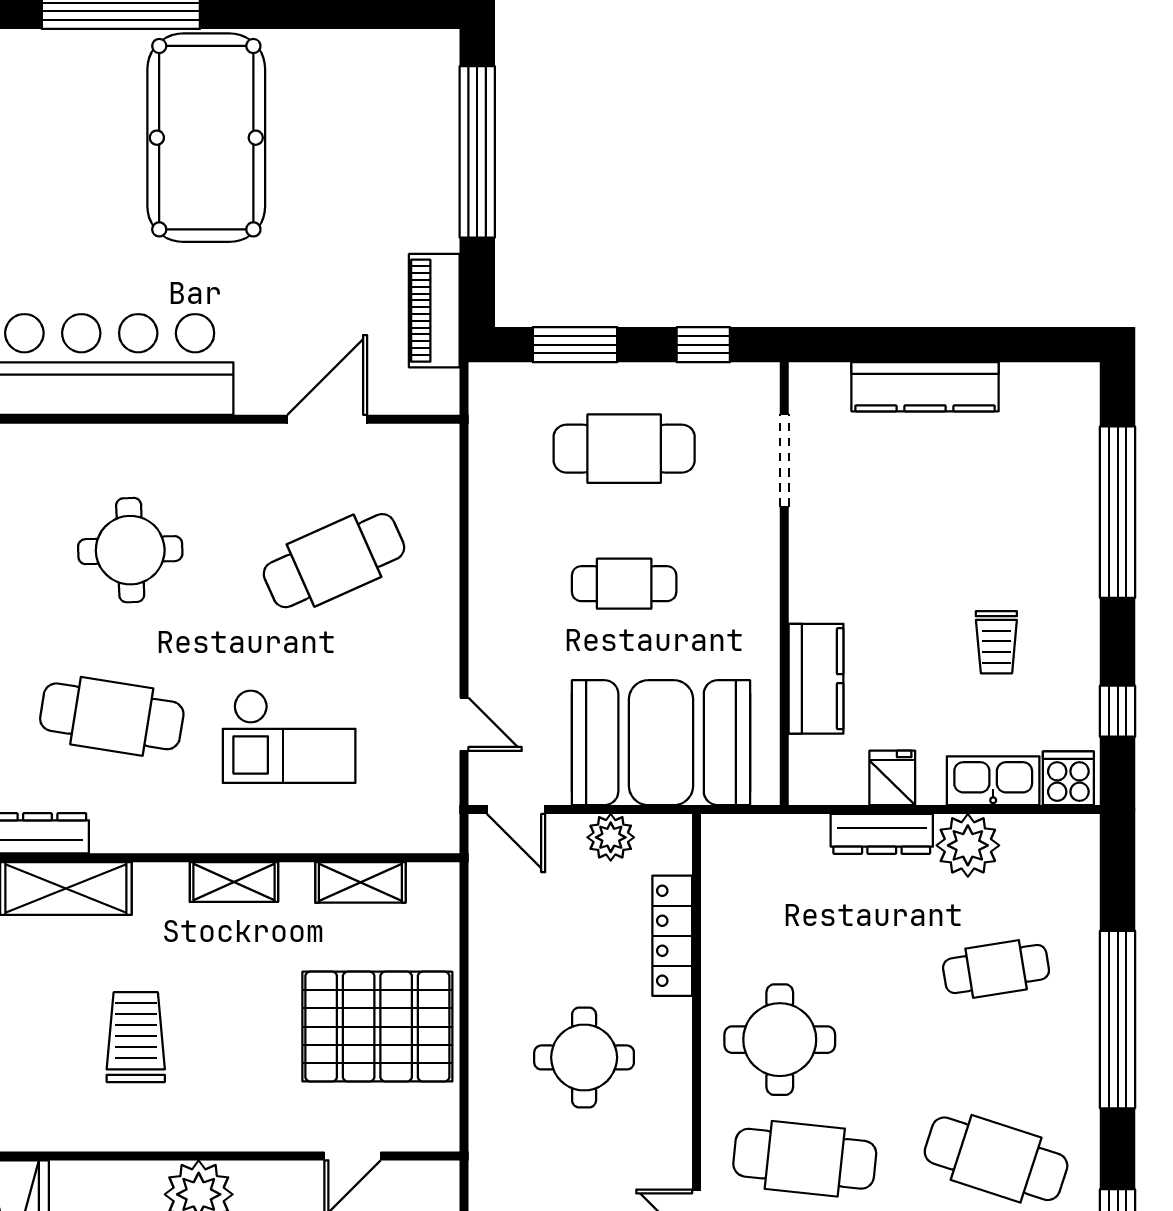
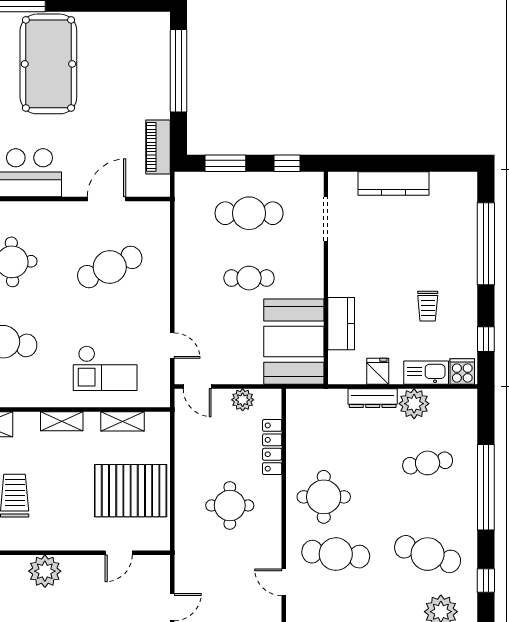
checkout: (289, 736) -> (105, 368), moved
booth: (661, 743) -> (294, 342), moved, turned 90

